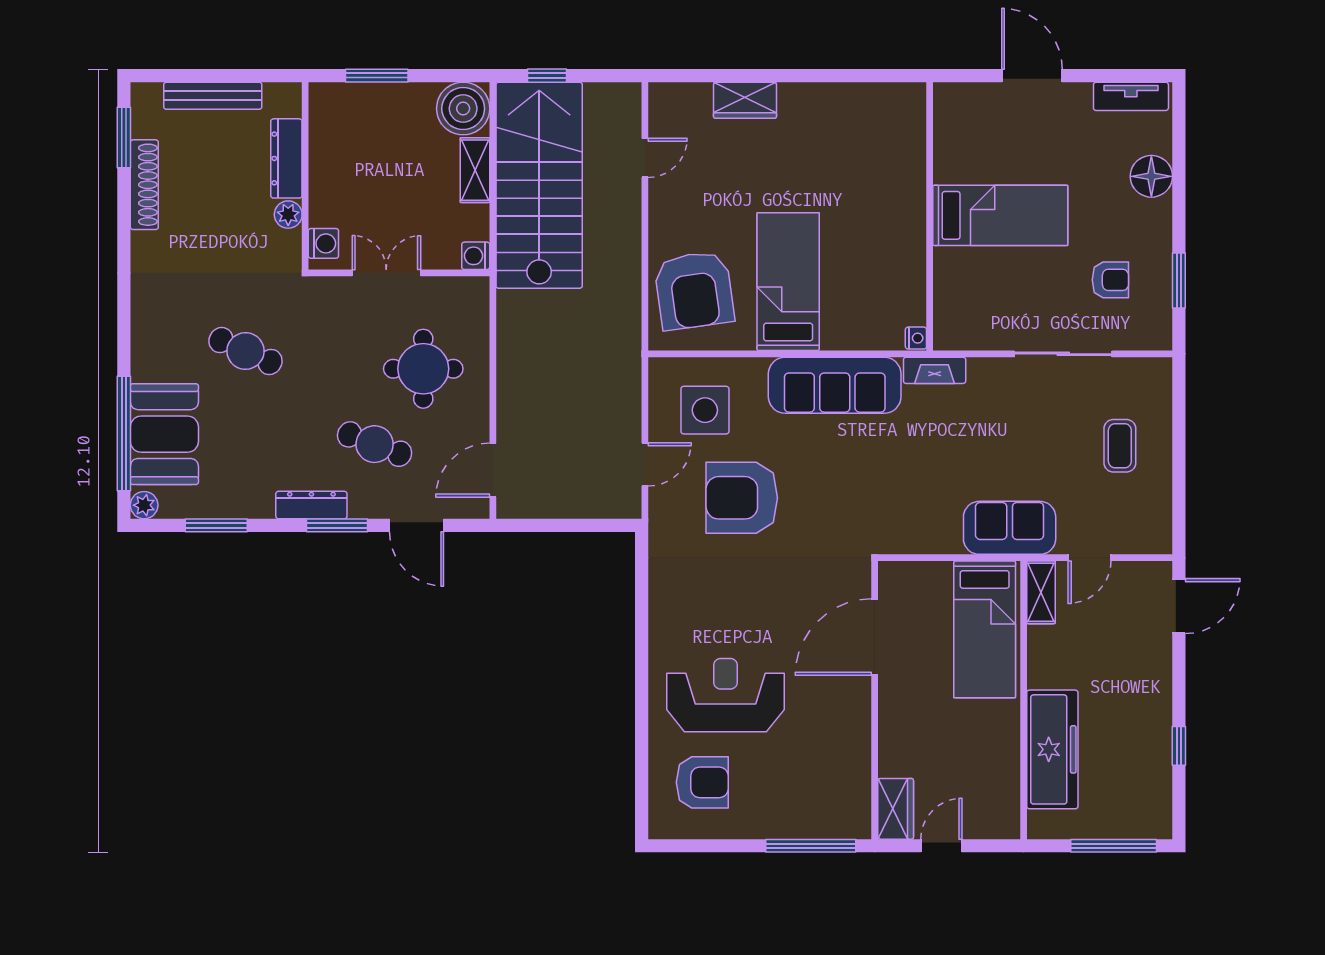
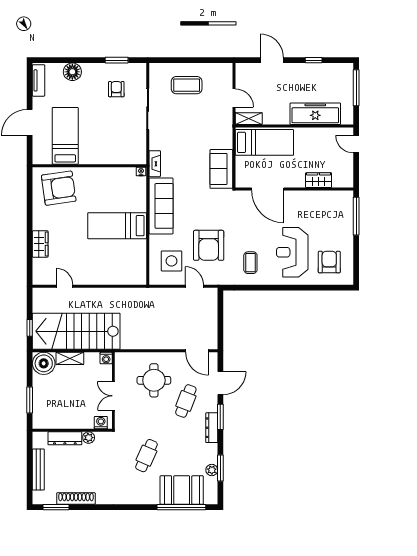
bed: (1000, 215) -> (65, 136), moved
armchair: (694, 290) -> (59, 188), moved
coffee table: (1120, 446) -> (187, 85), width x1.36, depth x1.30
plant: (144, 505) -> (212, 470), moved
sofa: (1010, 528) -> (221, 169), moved
coffee table: (701, 596) -> (250, 263), added
door: (1179, 606) -> (272, 60), moved
wardrobe: (896, 809) -> (319, 180), moved
door: (941, 846) -> (356, 144), moved

